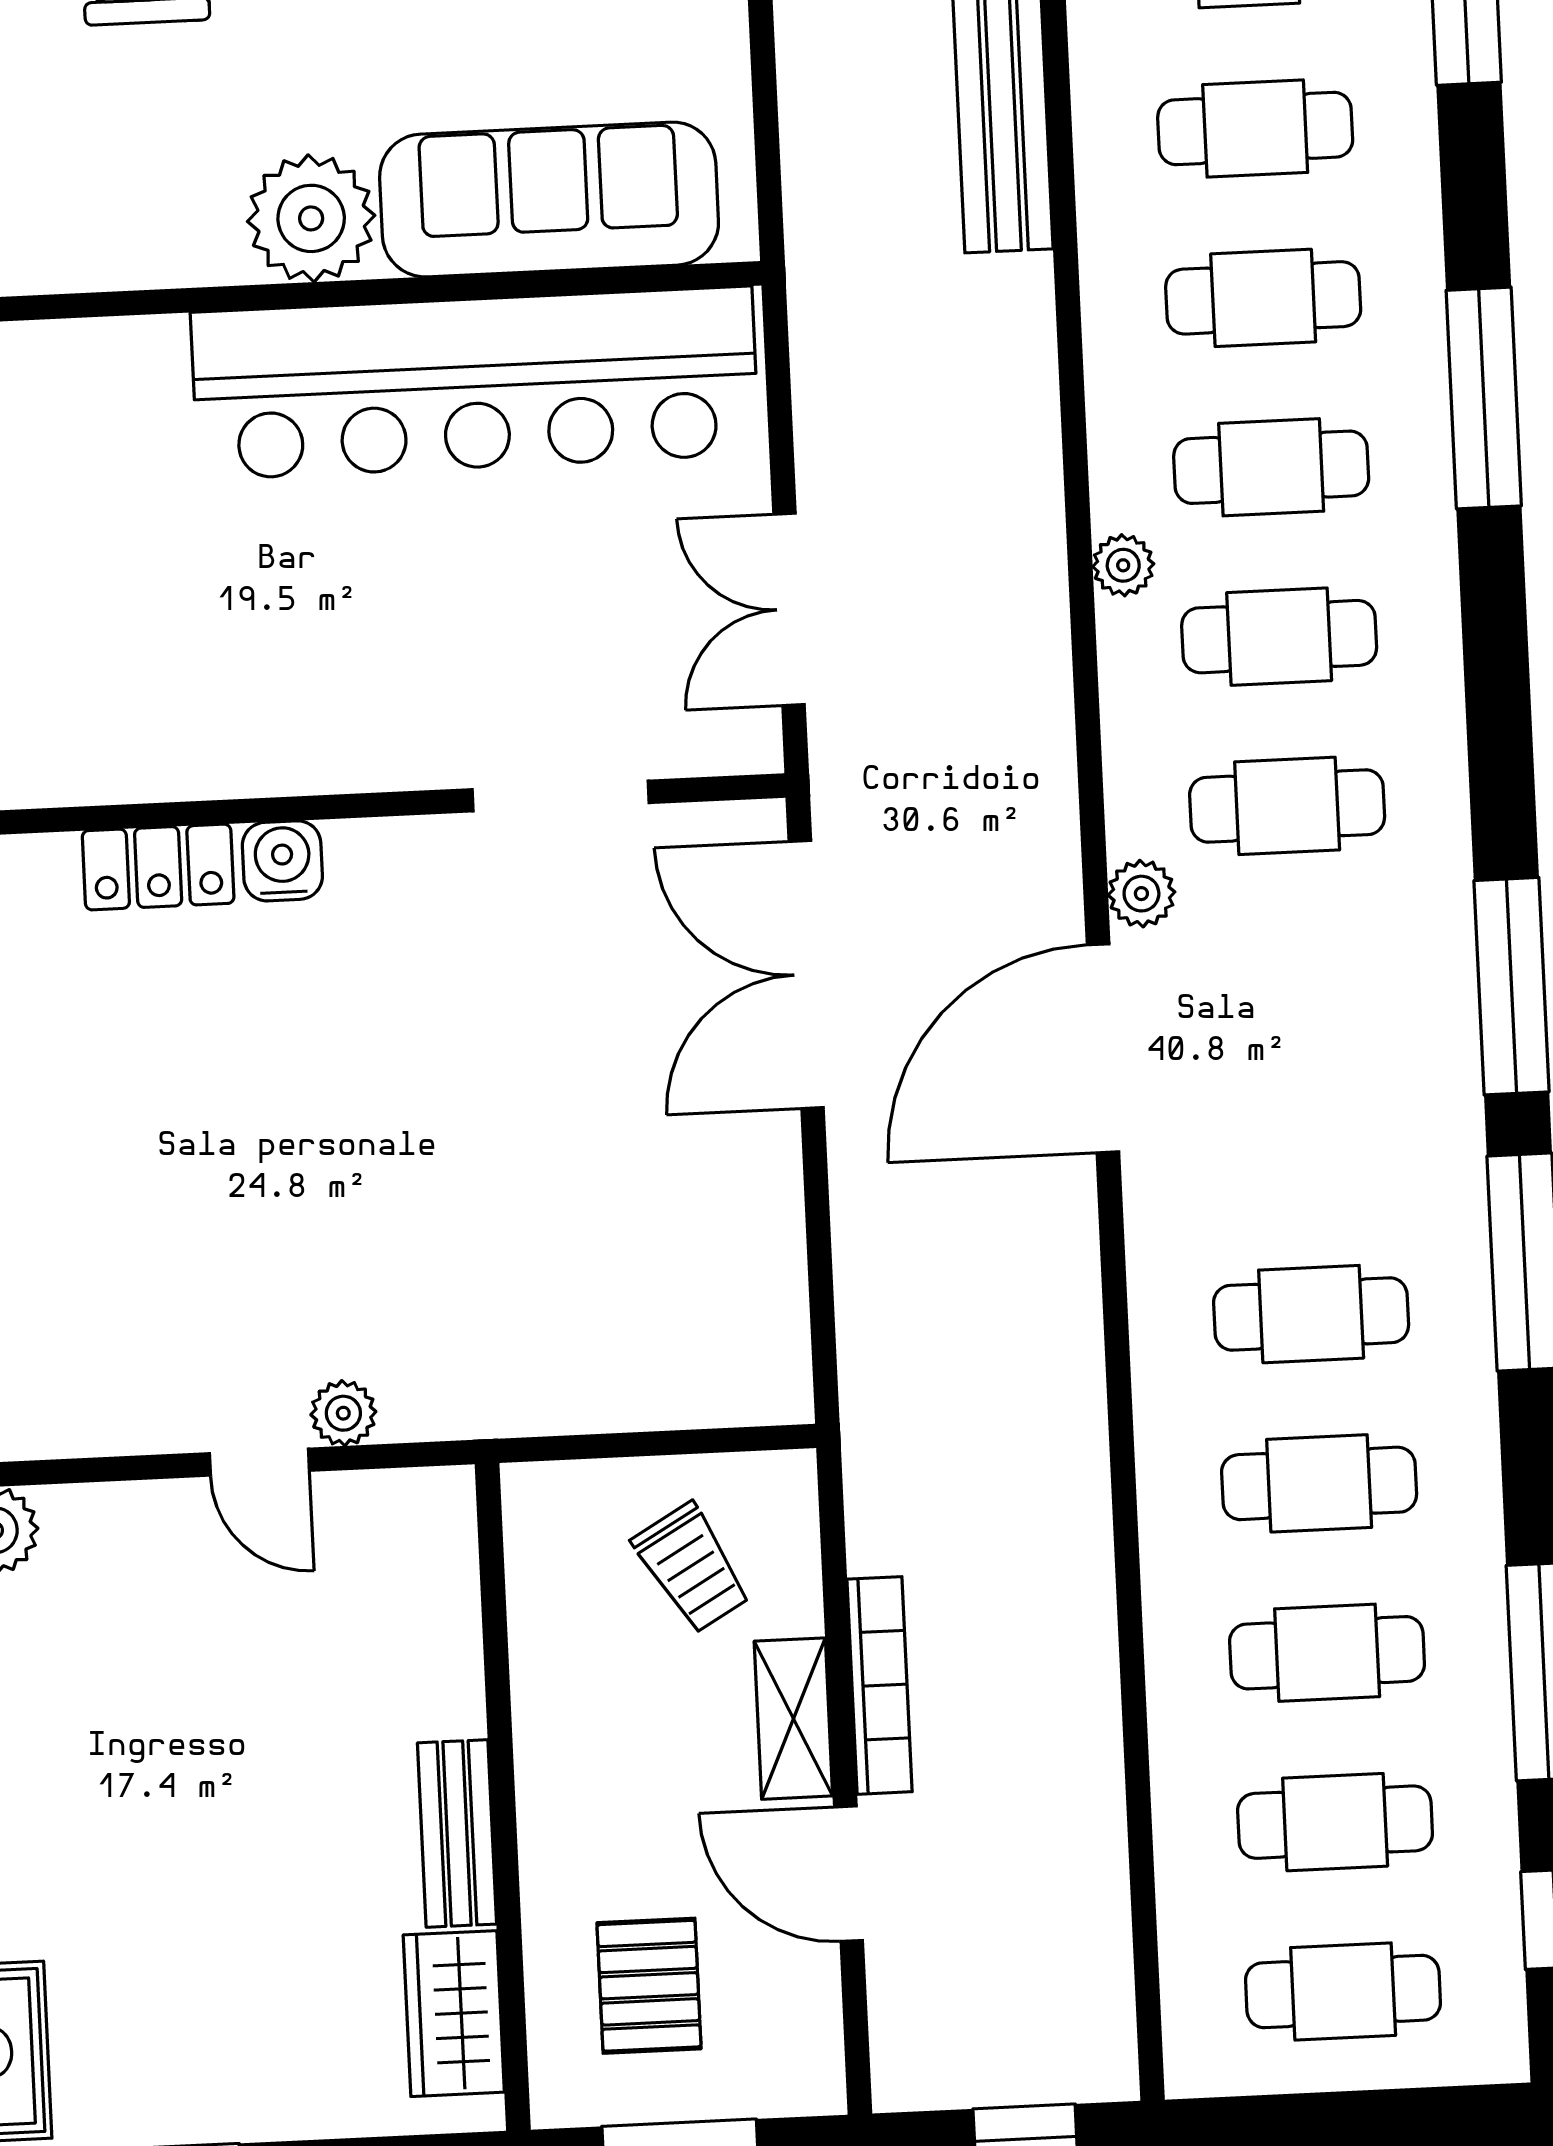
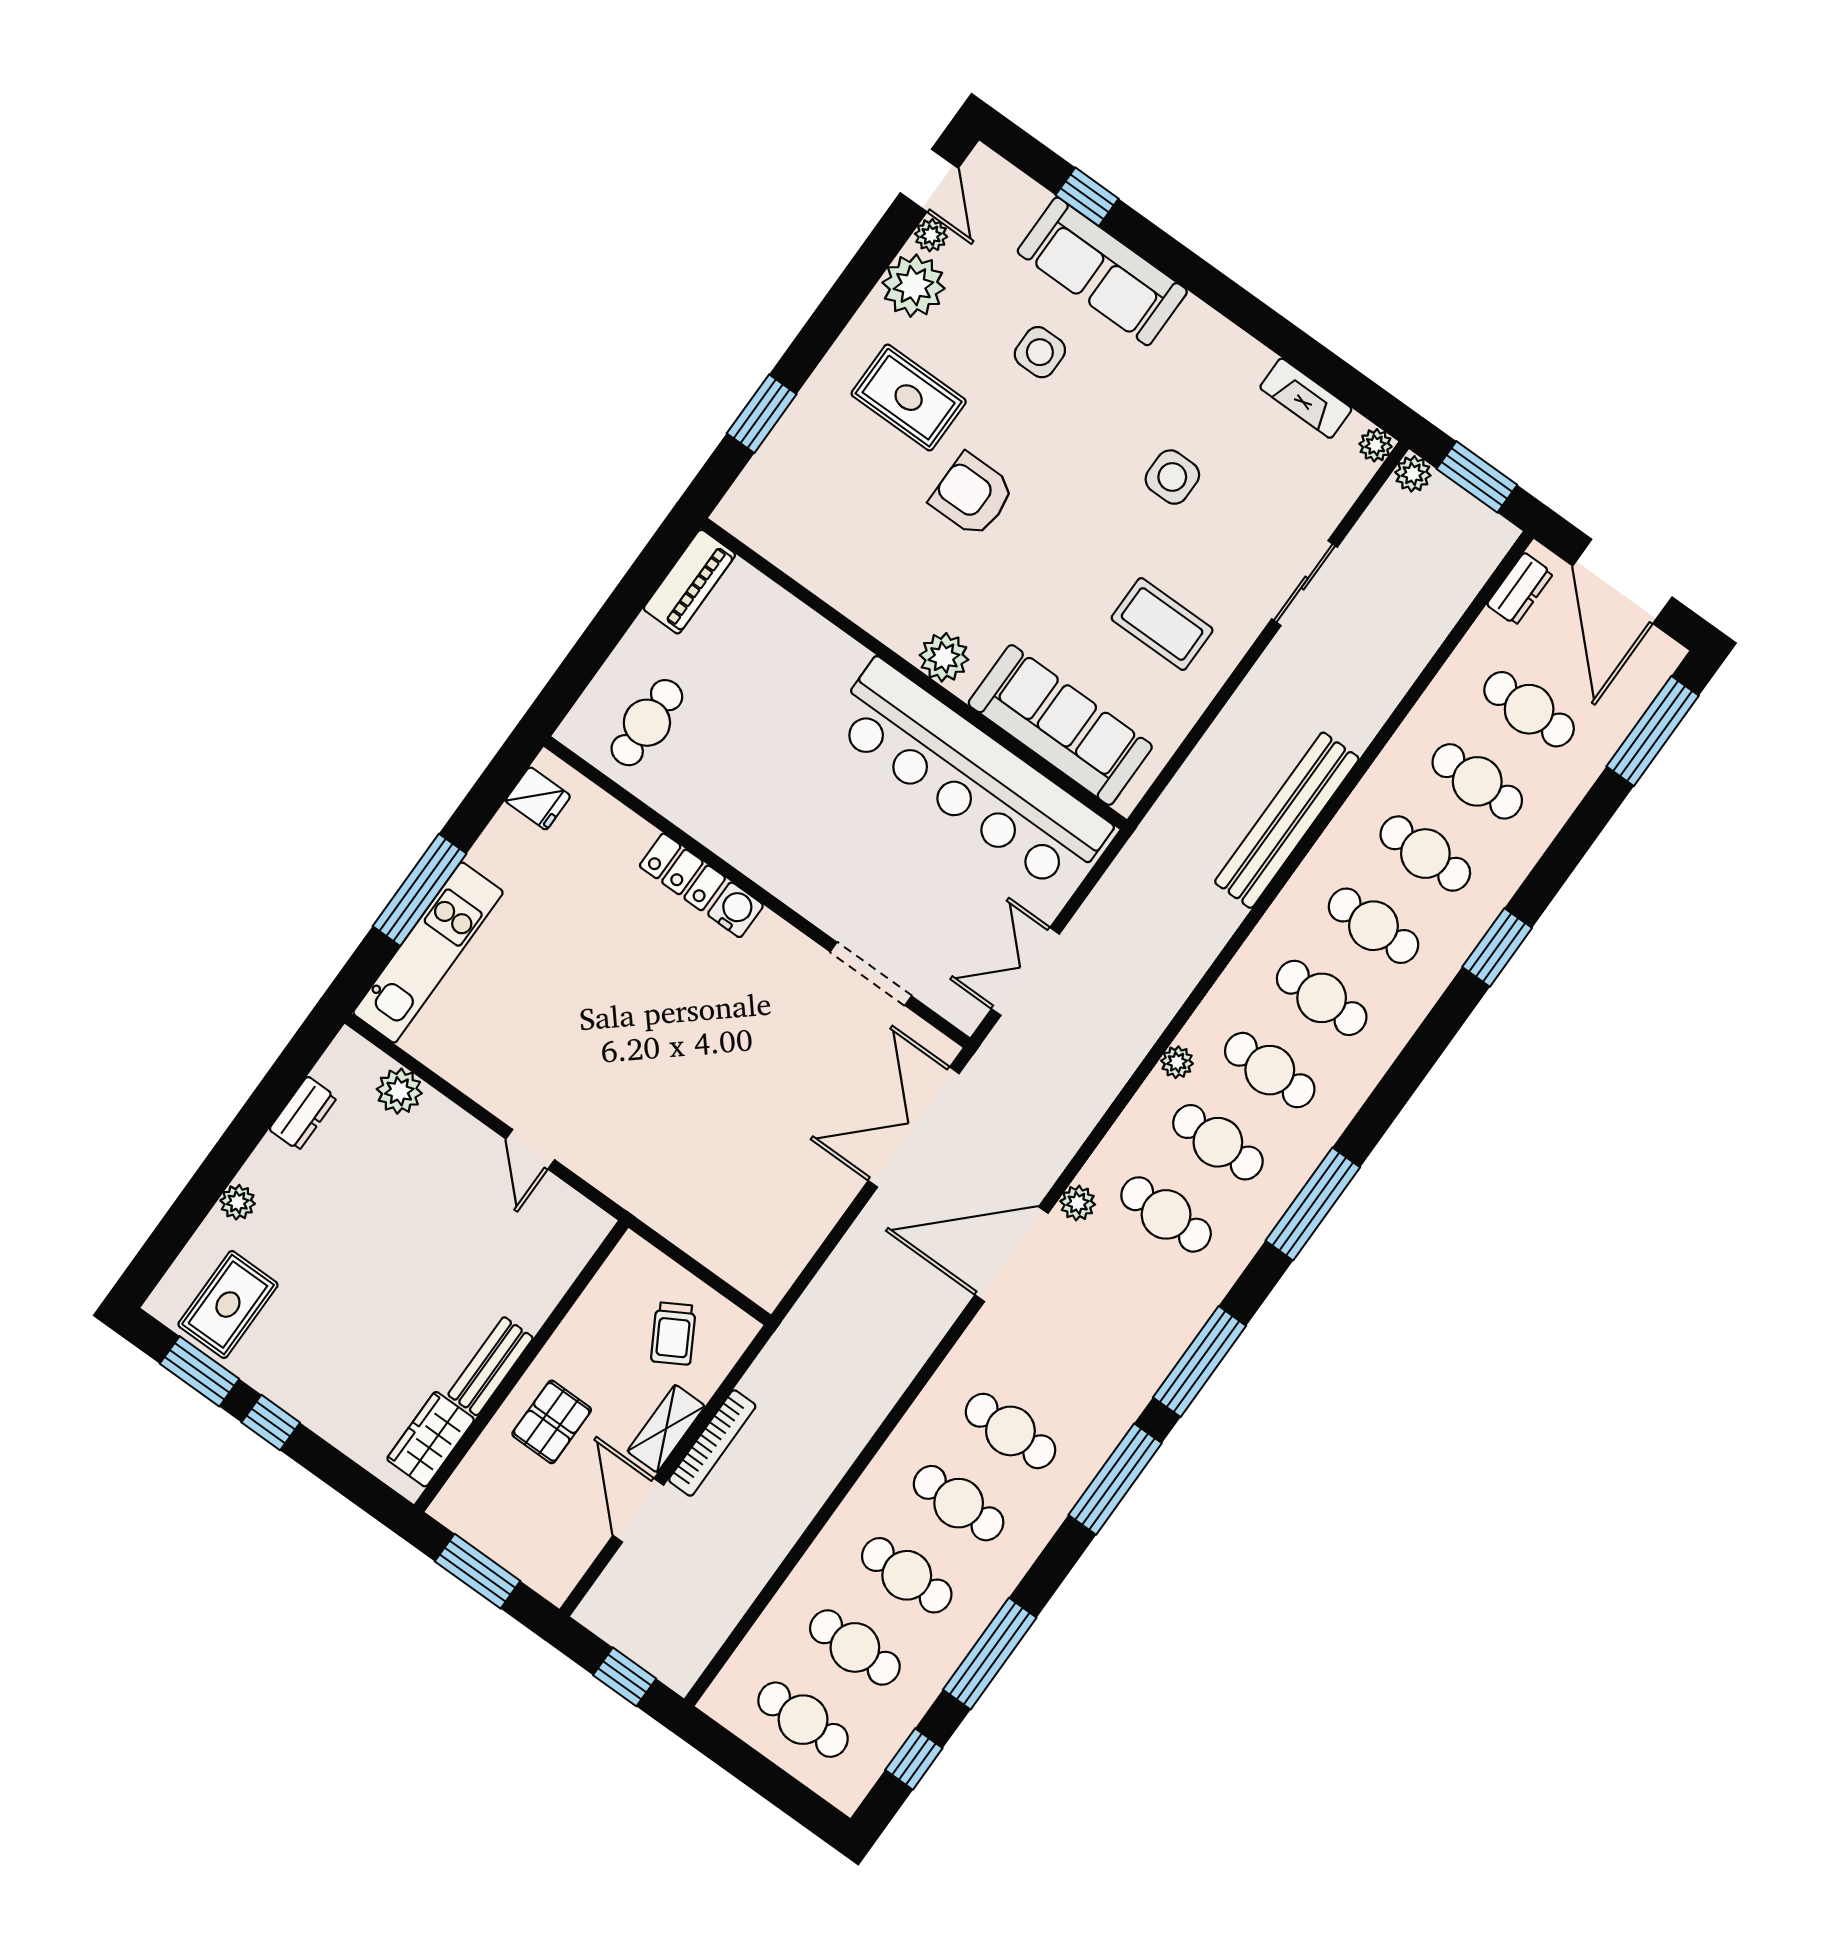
plant: (311, 218) -> (944, 657), width x0.73, depth x0.73
window: (1484, 398) -> (1313, 1204), moved
plant: (343, 1413) -> (581, 1157), removed
pallet: (649, 1986) -> (552, 1422), moved

